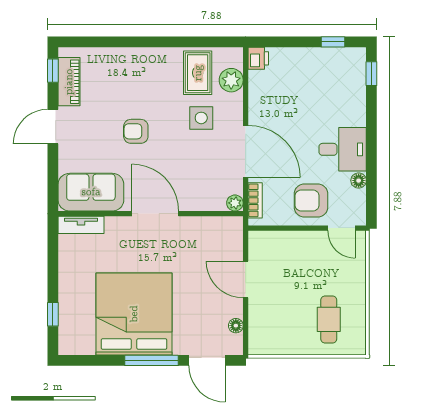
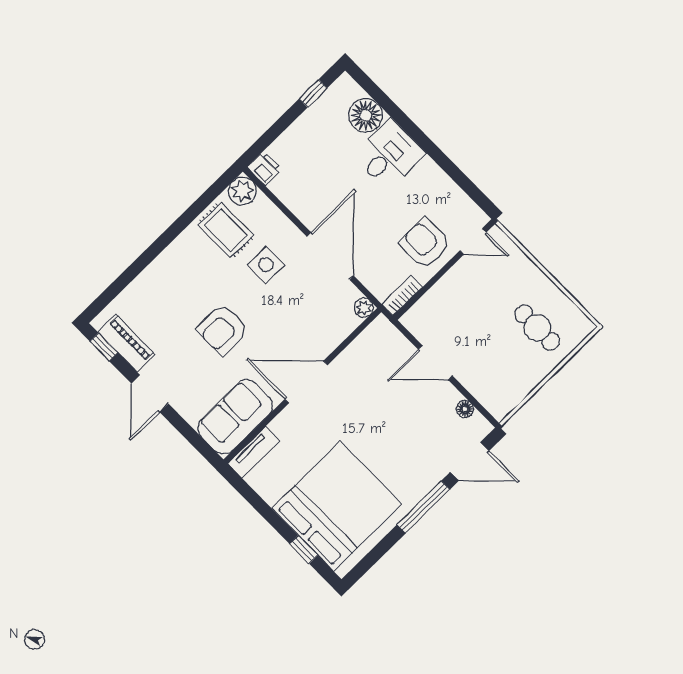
window: (371, 74) -> (371, 88), removed
plant: (231, 80) -> (243, 191), moved
armchair: (136, 131) -> (223, 329), width x1.38, depth x1.38
desk: (343, 149) -> (389, 154), moved
door: (246, 151) -> (330, 256), hinge flipped
floor lamp: (359, 181) -> (366, 115), moved, width x1.89, depth x1.89
bookcase: (255, 200) -> (402, 296), moved, turned -90
armchair: (311, 201) -> (425, 243), turned 90
bed: (134, 314) -> (337, 506), moved, turned 90

